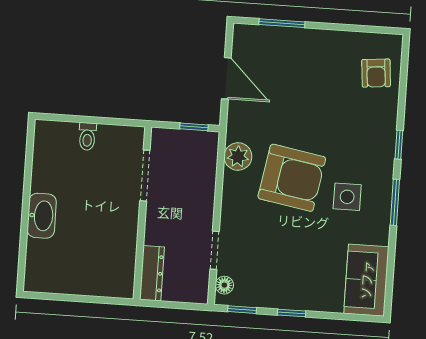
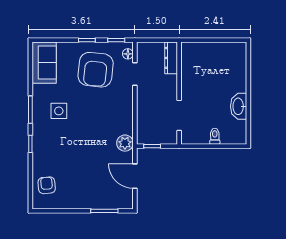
plant: (238, 157) -> (125, 143), moved
armchair: (292, 178) -> (96, 70), moved, turned -94
washbasin: (42, 216) -> (239, 106), moved

